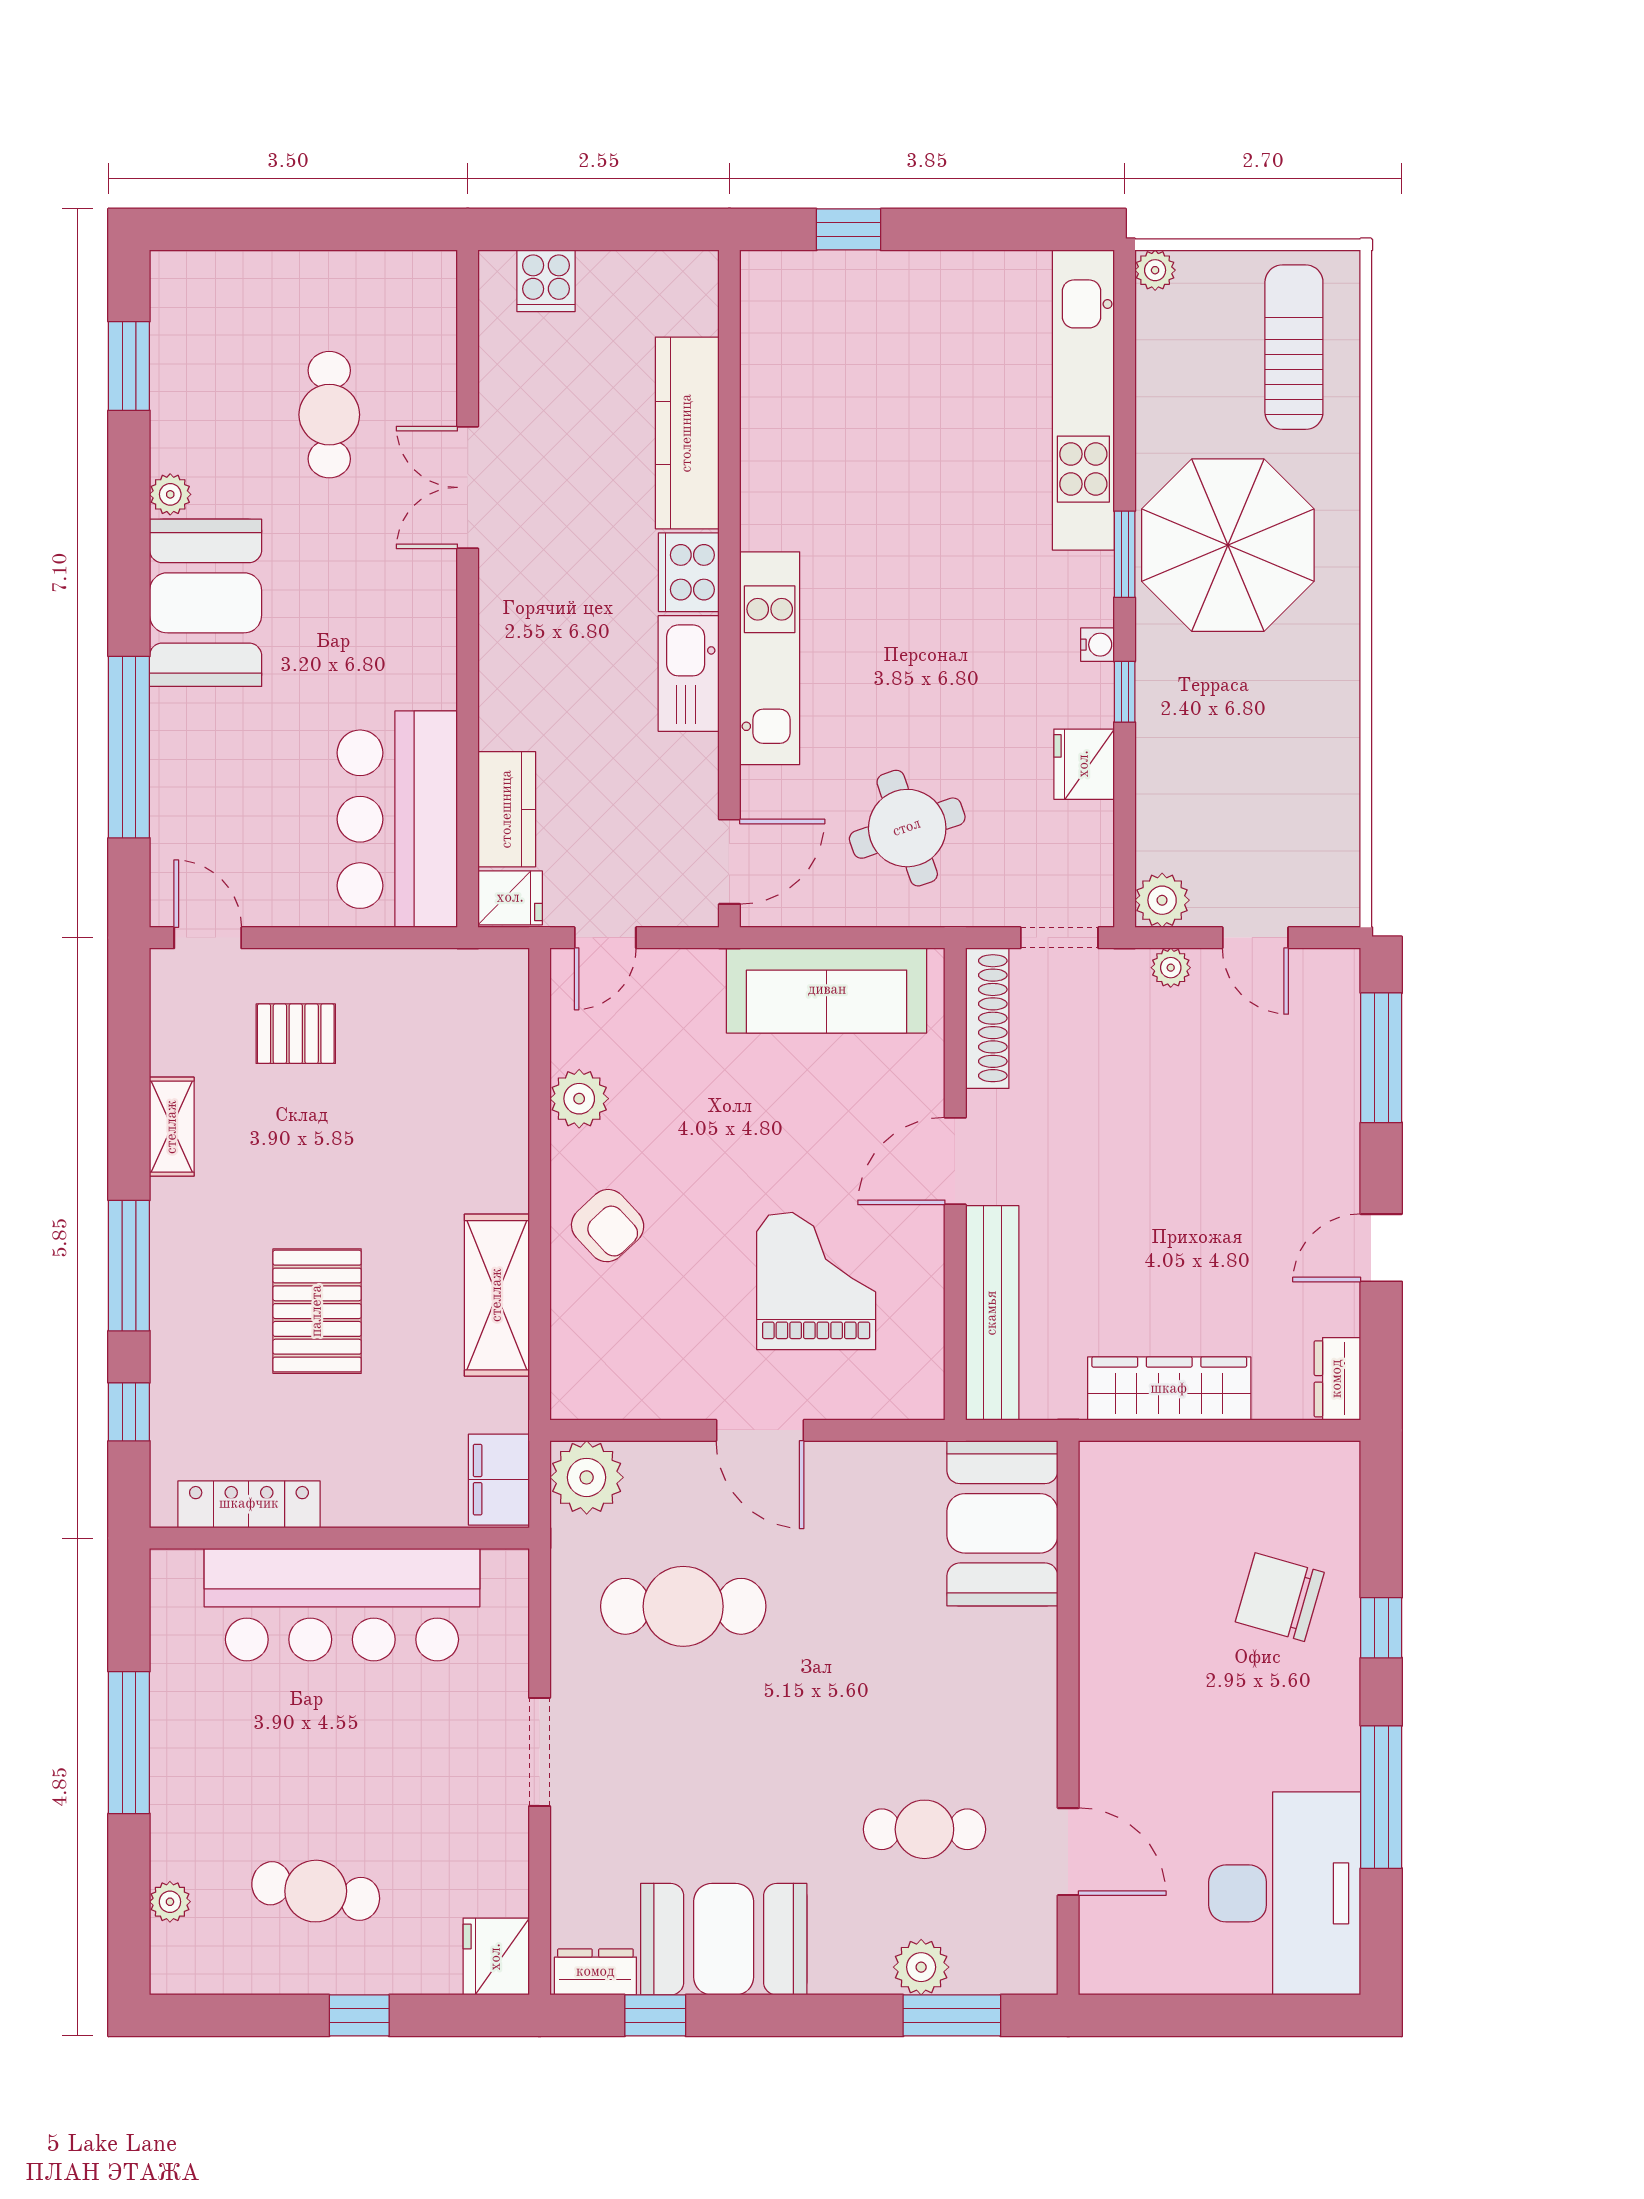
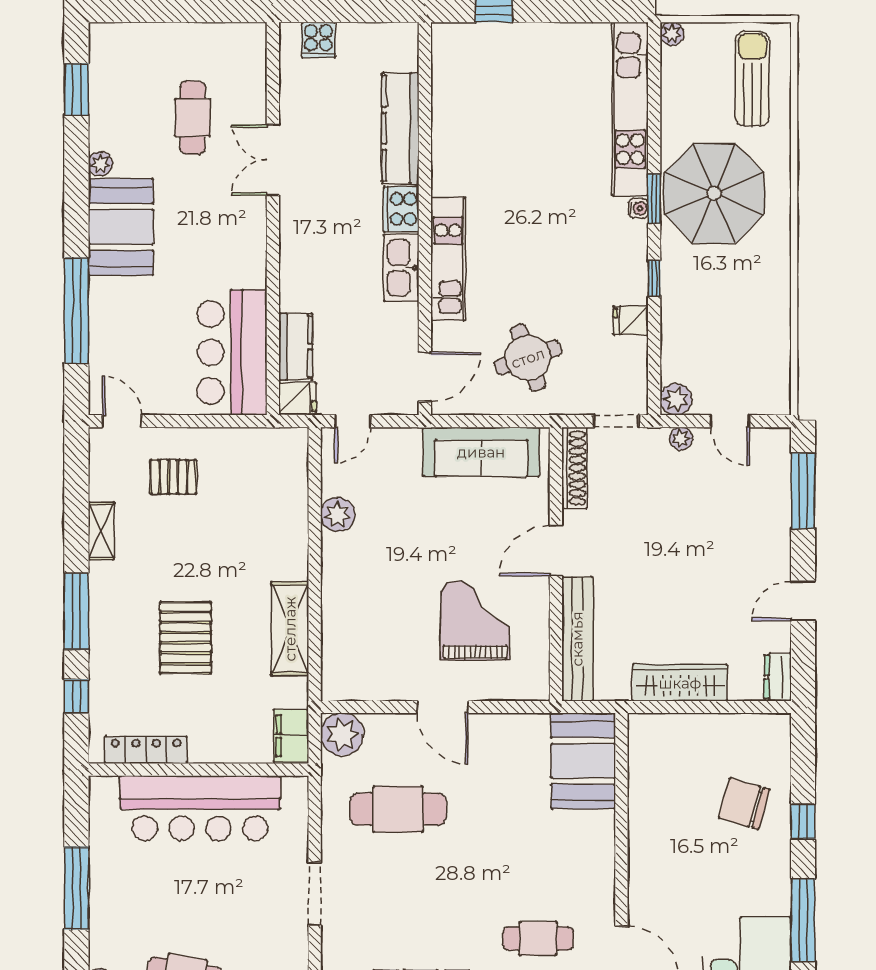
water cooler: (1097, 645) -> (638, 208), moved
fridge: (1084, 764) -> (631, 320), width x0.72
armchair: (608, 1226) -> (354, 588), removed

